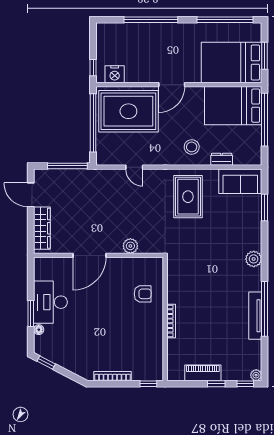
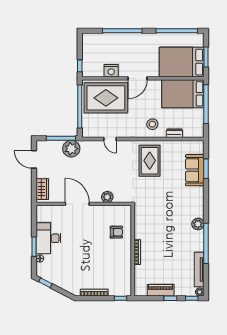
nightstand: (115, 74) -> (111, 71), moved
plant: (81, 180) -> (71, 149), added
sofa: (240, 181) -> (195, 170), moved, turned 90
wardrobe: (42, 228) -> (42, 189), width x0.67
door: (90, 255) -> (77, 204), swing flipped
plant: (254, 259) -> (198, 224), moved
tv unit: (255, 316) -> (199, 270), moved

